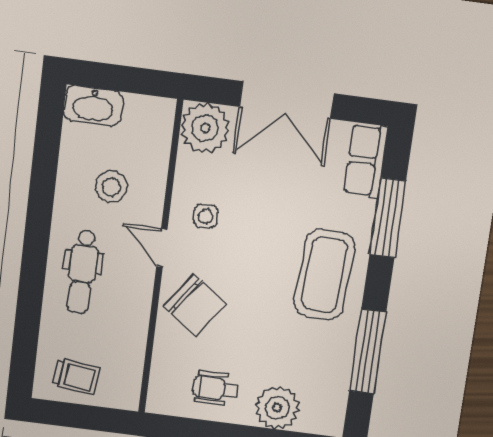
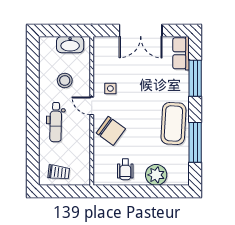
washbasin: (93, 106) -> (70, 45), moved
plant: (205, 128) -> (105, 48), removed
coffee table: (325, 275) -> (173, 123), moved
wheelchair: (215, 388) -> (125, 169), turned -90

